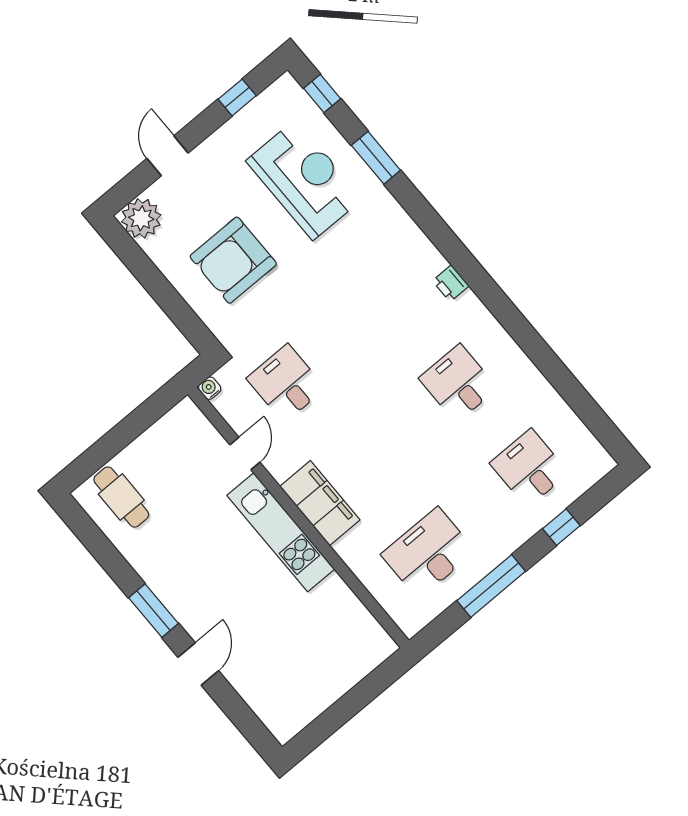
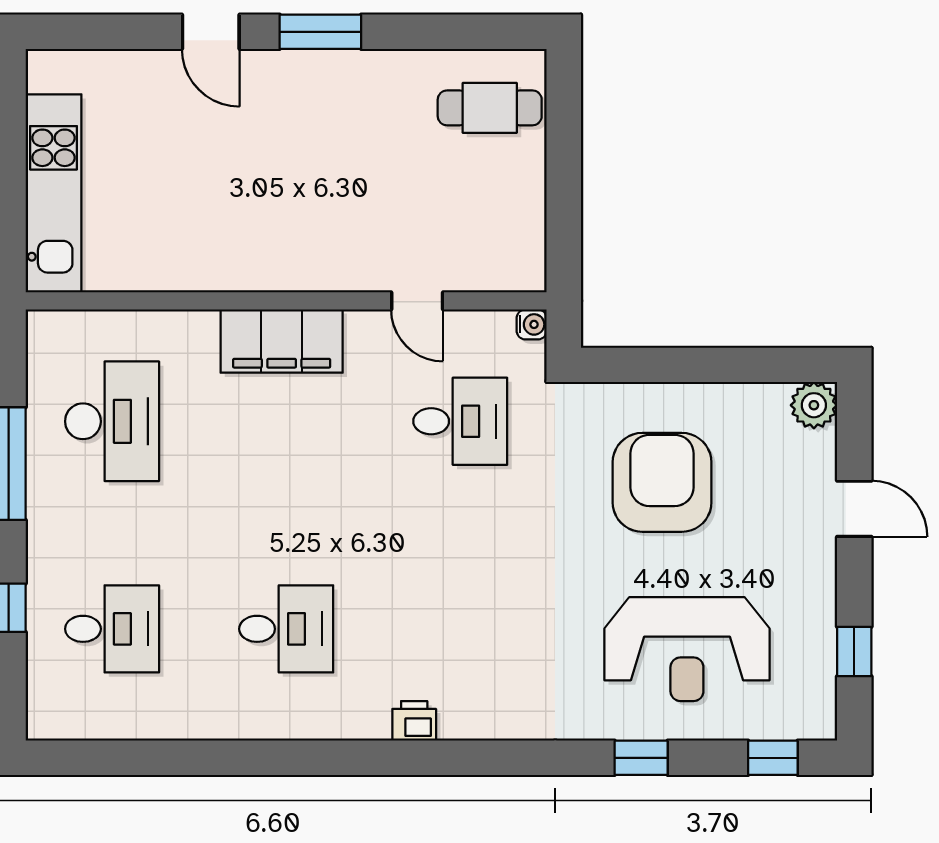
window: (376, 158) -> (641, 758), width x0.67
plant: (141, 218) -> (814, 405), width x0.73, depth x0.73
kitchen unit: (281, 532) -> (54, 193), moved, turned 90

